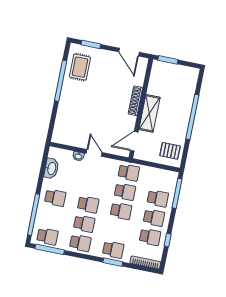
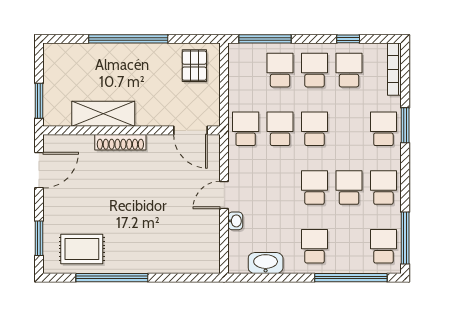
shelving: (149, 113) -> (103, 114), moved

